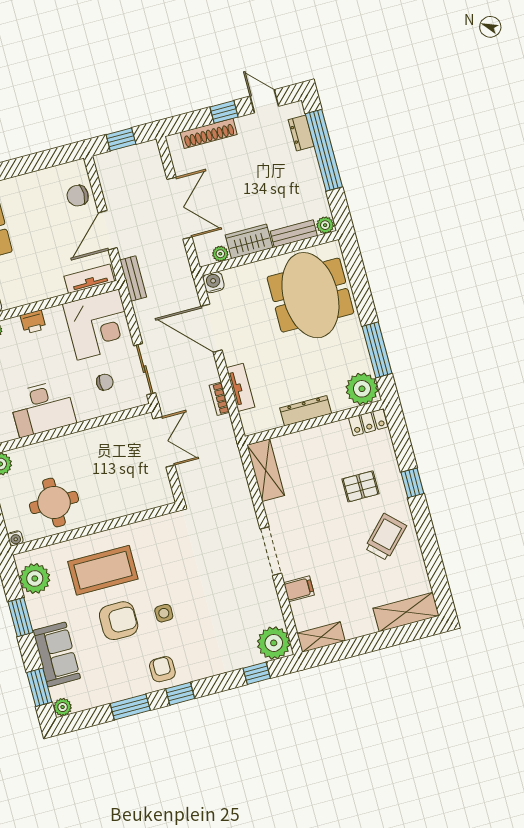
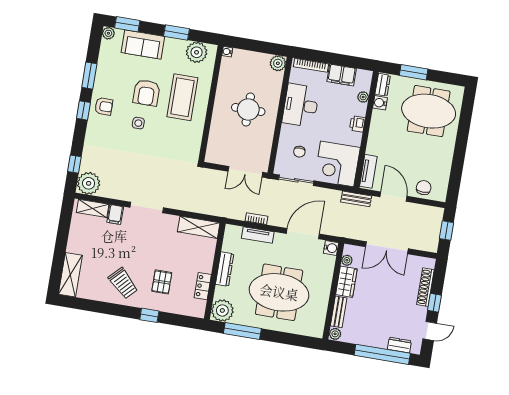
meeting table: (310, 295) -> (279, 292), moved
locker: (368, 422) -> (203, 286), moved
round table: (54, 502) -> (248, 109), moved
shelving: (321, 637) -> (93, 208), moved, turned 90

